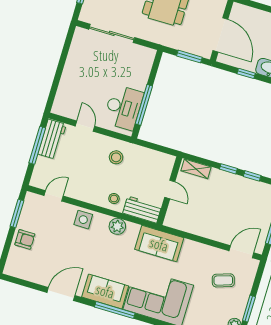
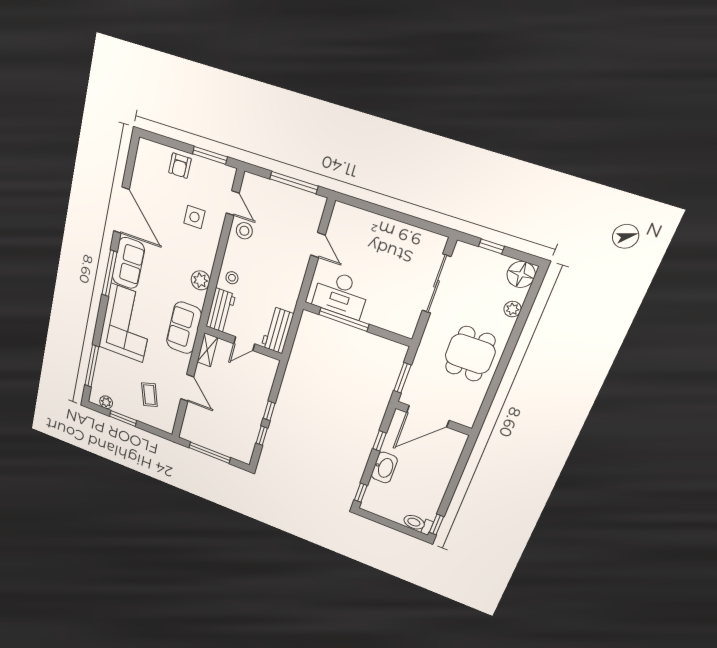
door: (85, 126) -> (318, 245), hinge flipped
workbench: (52, 139) -> (277, 330), moved, turned 90
stool: (116, 157) -> (244, 231), moved
shelving: (196, 169) -> (207, 350), moved
side table: (83, 220) -> (194, 217), moved
door: (241, 252) -> (187, 388), moved
door: (61, 294) -> (121, 210), width x1.36

